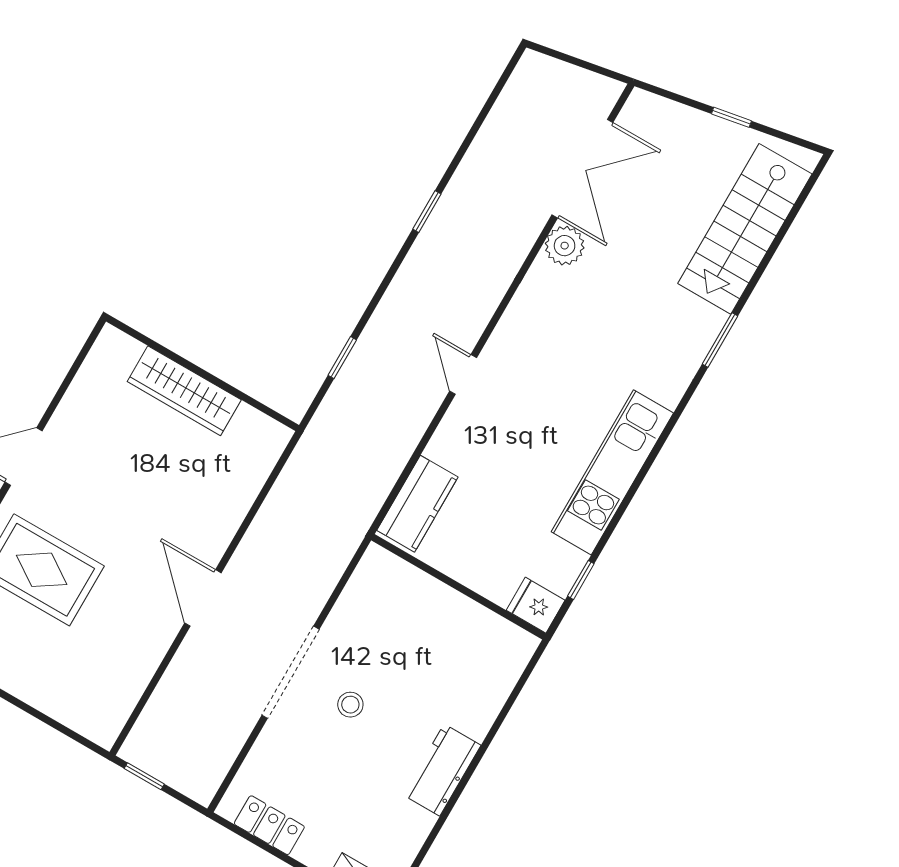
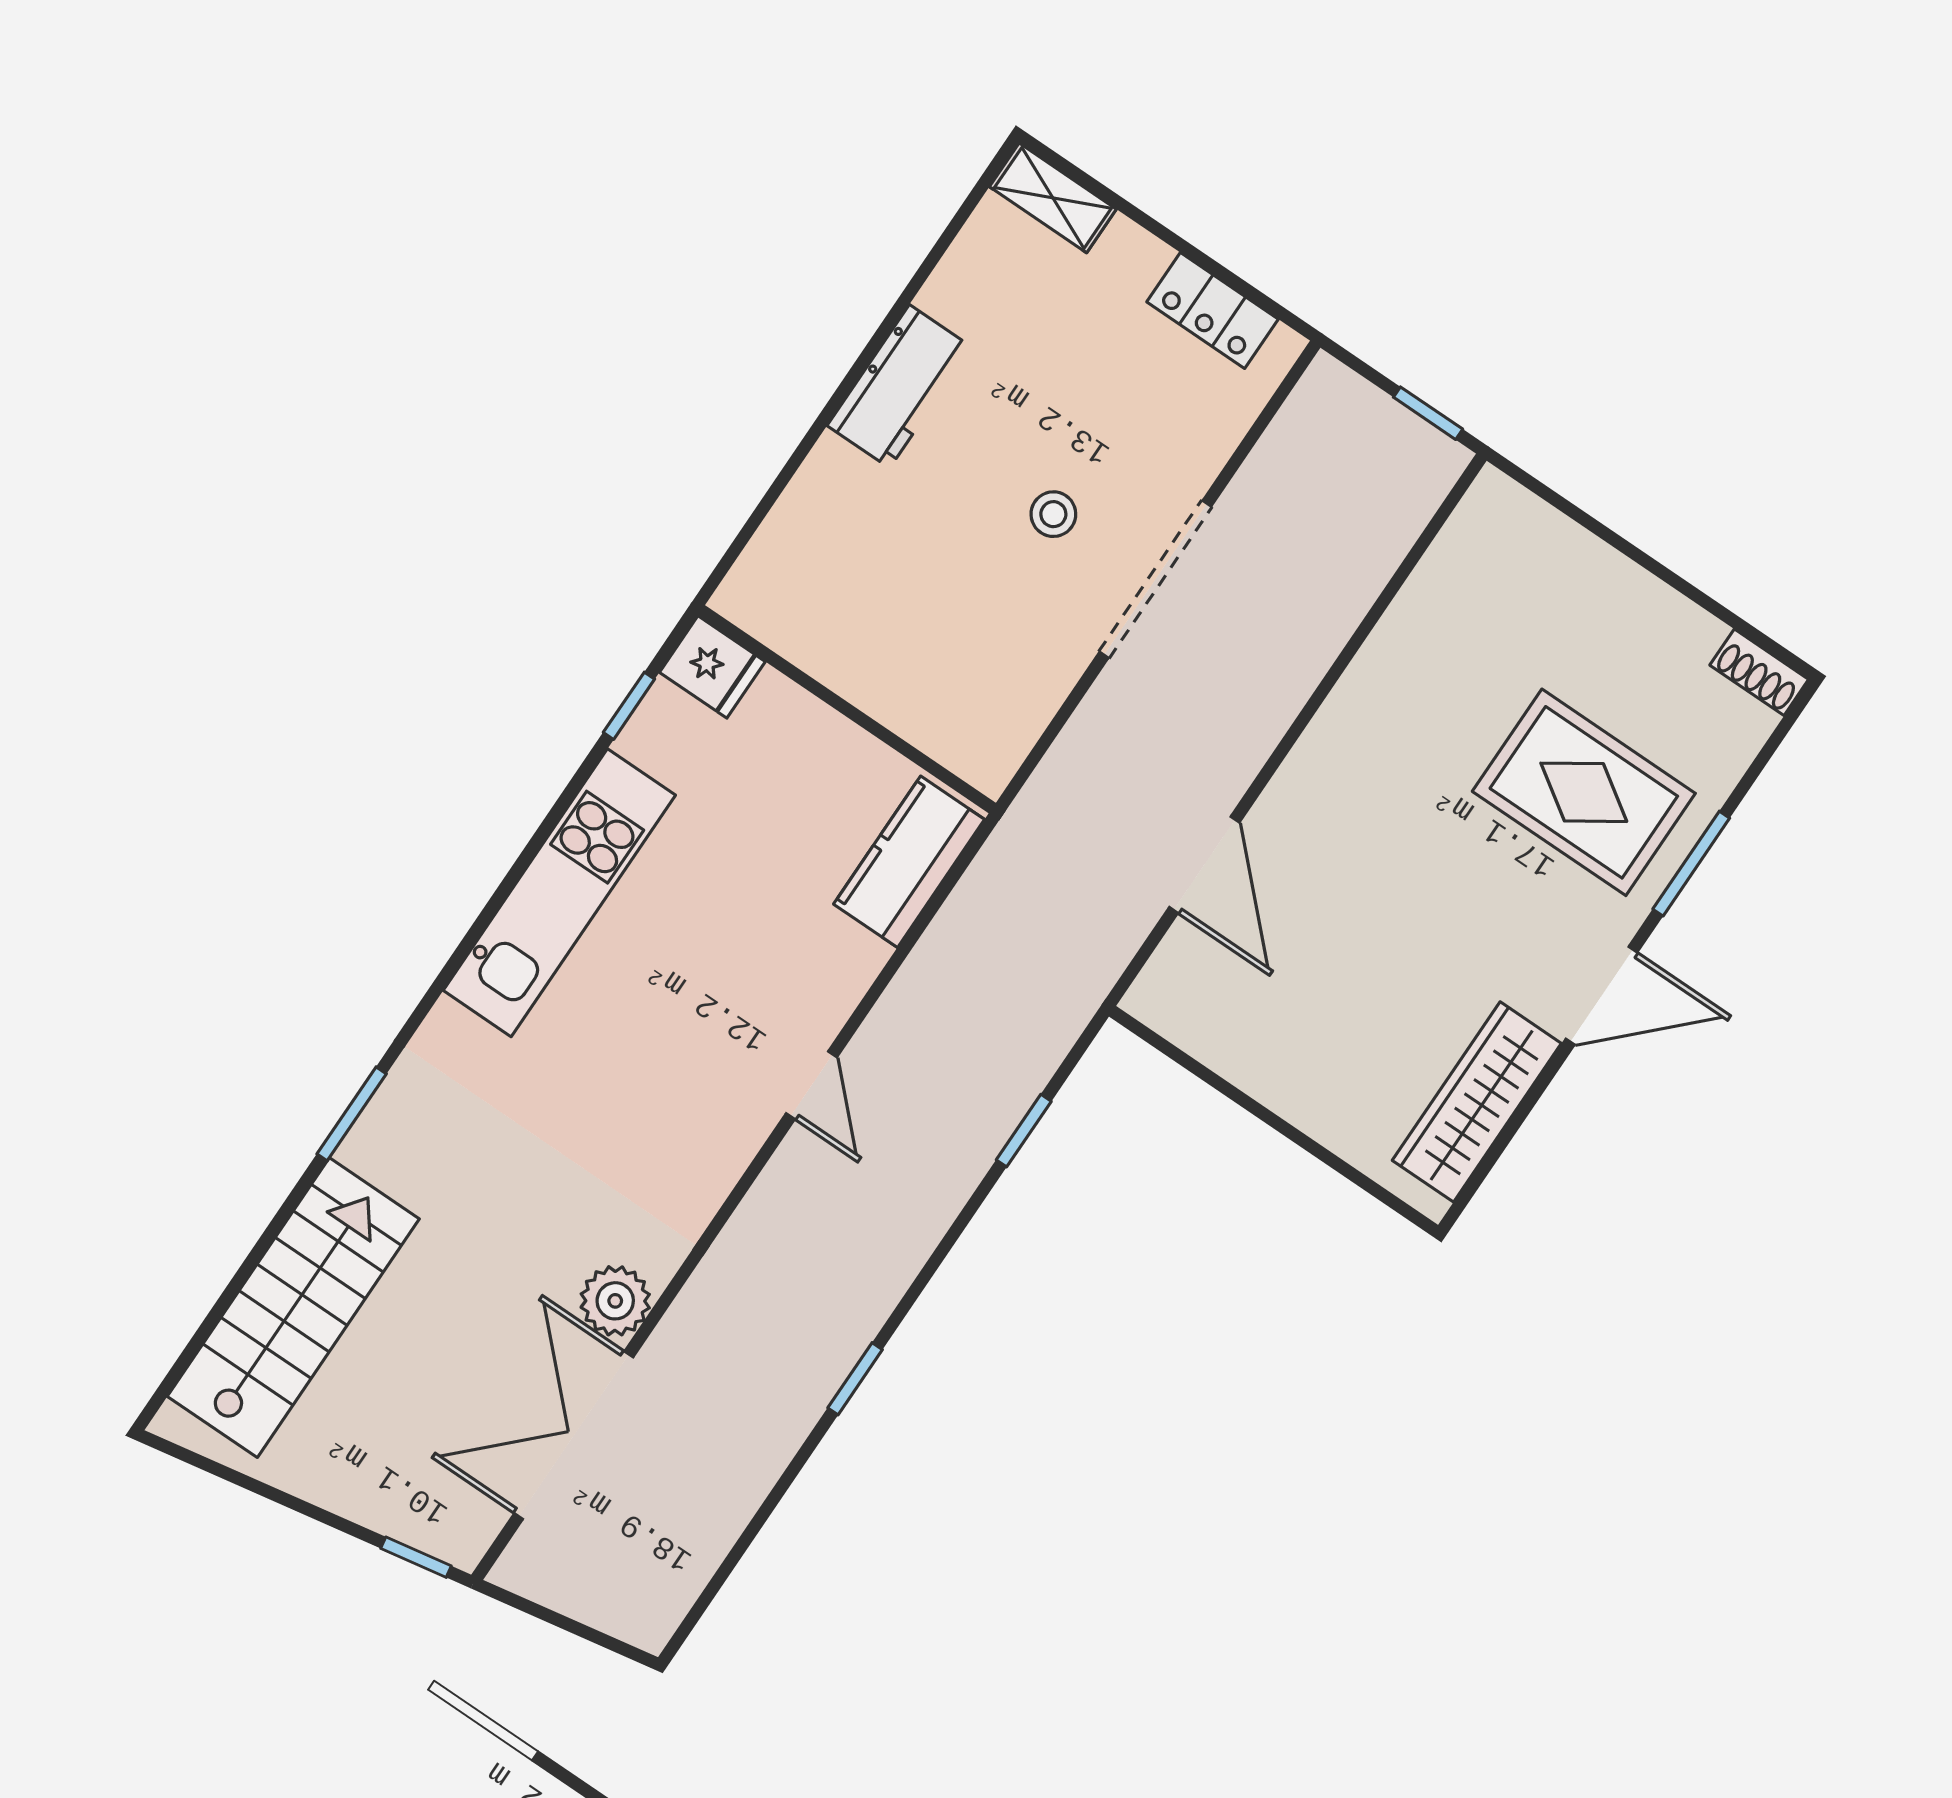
window: (731, 117) -> (416, 1557), moved
wardrobe: (184, 391) -> (1477, 1102), moved, turned -90
door: (203, 598) -> (1204, 865), moved

